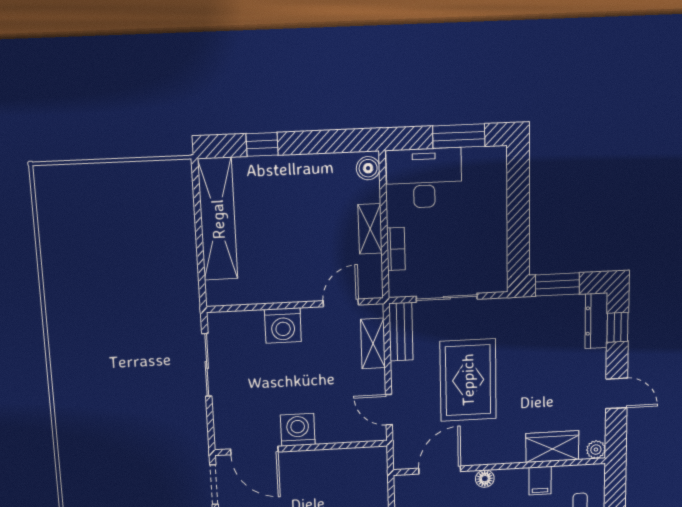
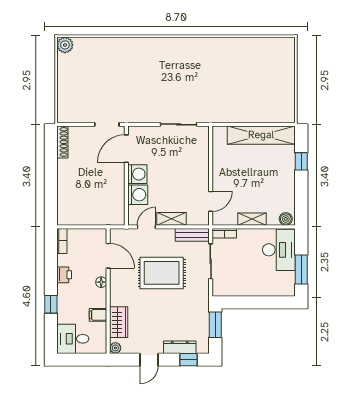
bookcase: (396, 249) -> (224, 233), moved
door: (341, 303) -> (211, 201), hinge flipped
dresser: (596, 321) -> (180, 347), moved
washing machine: (283, 325) -> (138, 195), moved, turned 180
shelving: (373, 343) -> (172, 219), moved

